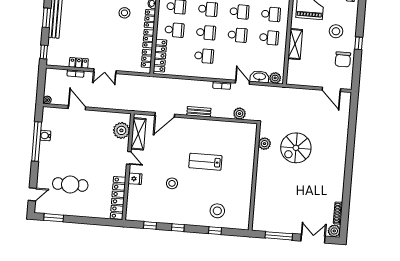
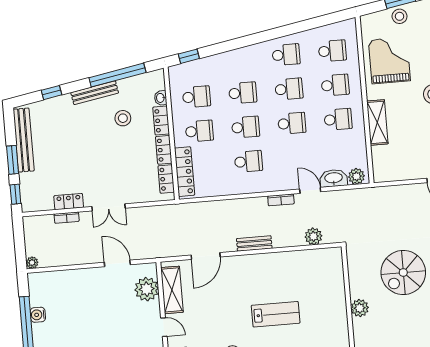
window: (47, 18) -> (13, 160), moved
door: (77, 108) -> (117, 263), moved
plant: (264, 144) -> (360, 308), moved
lab bench: (205, 162) -> (276, 314), turned 180

